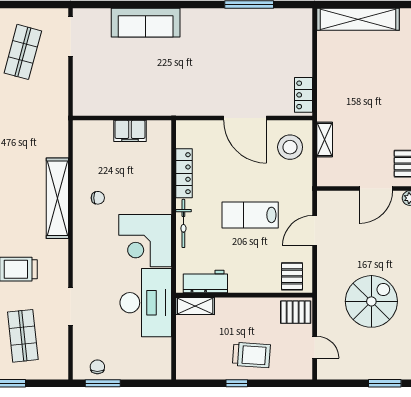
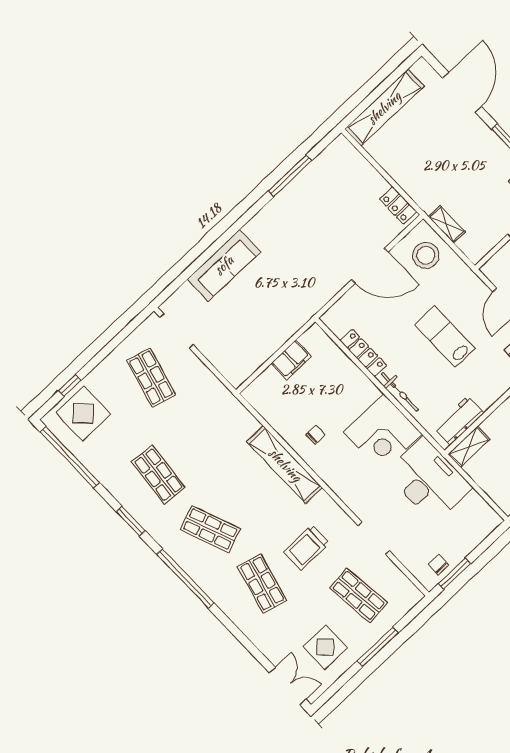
lab bench: (250, 215) -> (445, 337), turned 90

